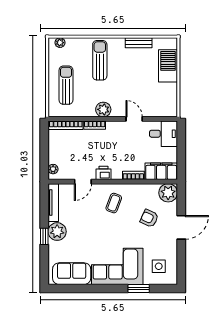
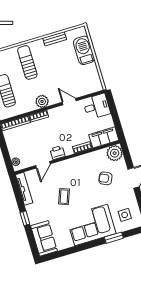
coffee table: (114, 203) -> (64, 197), moved
plant: (57, 232) -> (34, 211), removed
sofa: (72, 274) -> (44, 238), moved, turned 90

